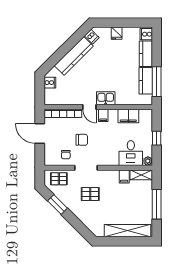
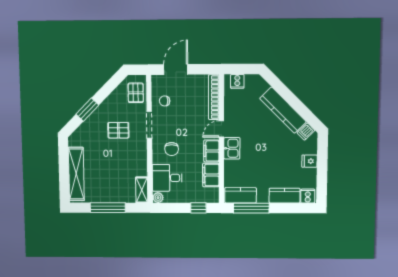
kitchen counter: (146, 81) -> (240, 195), moved
cooker: (50, 83) -> (237, 81), moved
filing cabinet: (103, 115) -> (211, 151), width x2.00
door: (40, 134) -> (176, 69), moved
window: (157, 138) -> (198, 208), moved
chair: (82, 140) -> (172, 149), moved
filing cabinet: (124, 176) -> (140, 170), removed
pallet: (90, 194) -> (118, 130), turned 90
window: (57, 205) -> (87, 110), moved

